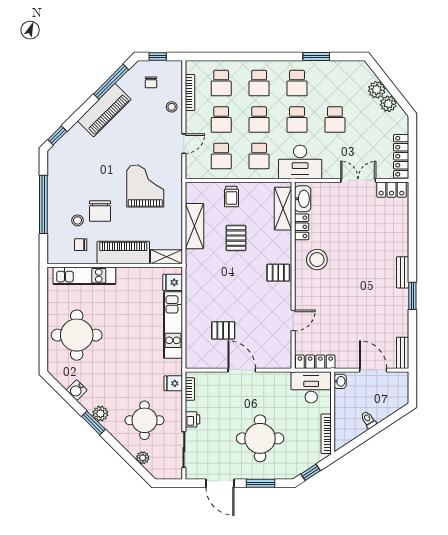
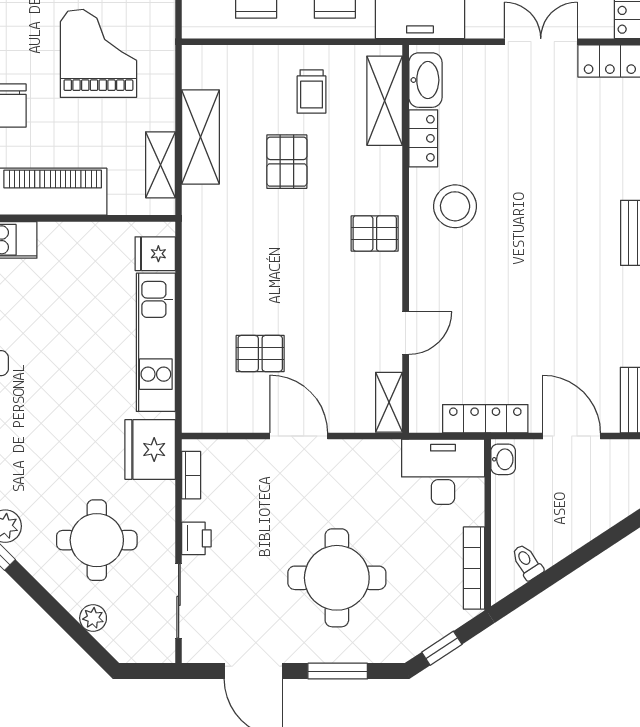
trolley: (231, 197) -> (312, 92), moved
shelving: (166, 257) -> (160, 165), moved, turned 90
shelving: (285, 354) -> (389, 402), added
locker: (315, 362) -> (485, 419), moved
fridge: (173, 383) -> (150, 450), width x1.88, depth x1.34
toilet: (368, 420) -> (527, 562), moved

